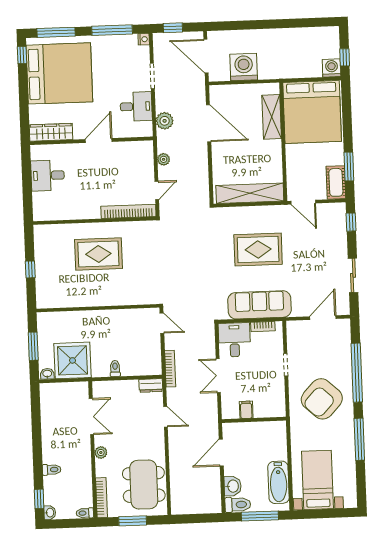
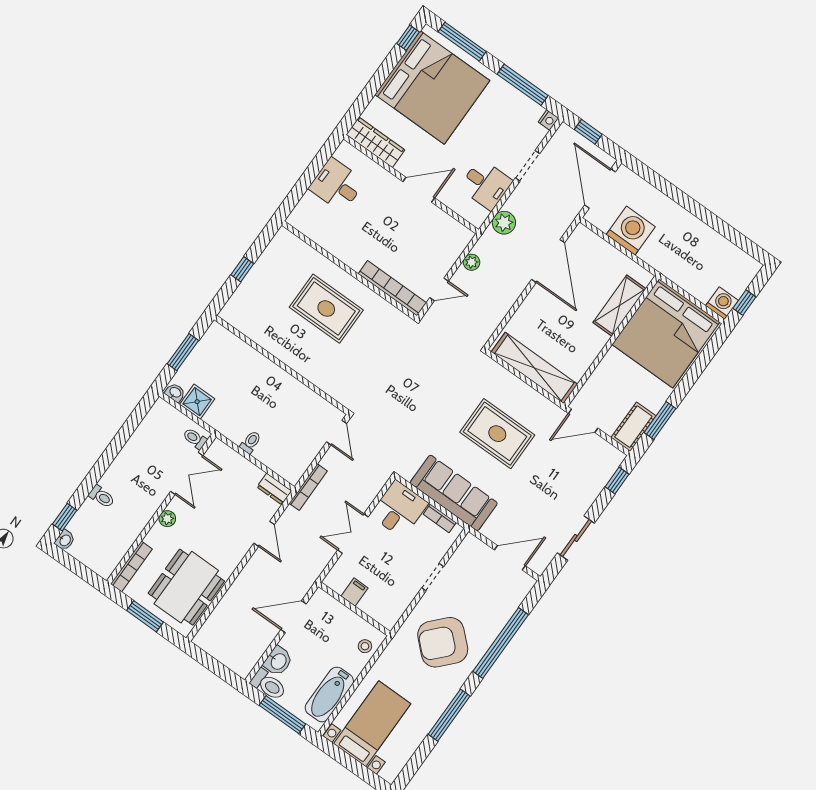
door: (303, 202) -> (583, 421), hinge flipped
shower: (73, 360) -> (197, 402), width x0.54, depth x0.54
stool: (277, 437) -> (365, 646), added
toilet: (85, 513) -> (195, 439), moved

